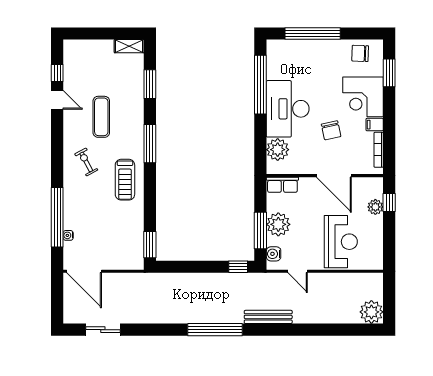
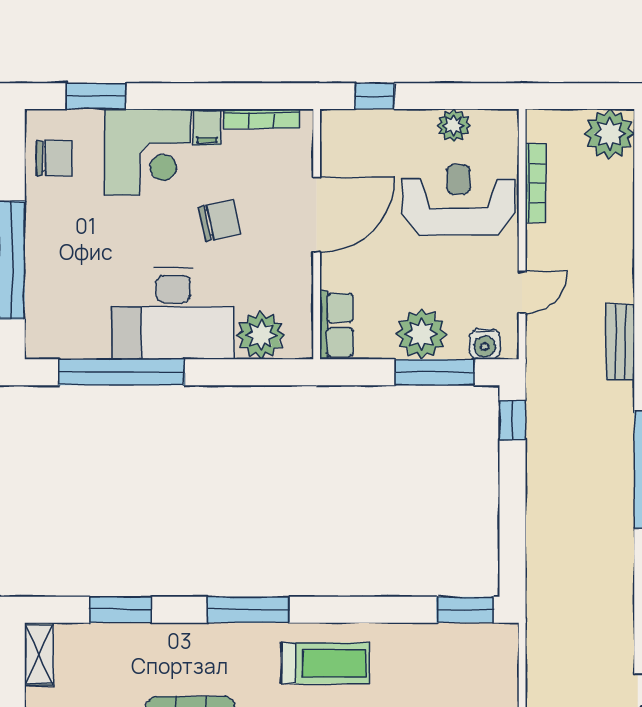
chair: (360, 53) -> (54, 158), turned -92
plant: (375, 207) -> (454, 125), moved
bookcase: (349, 277) -> (535, 183), added
bench: (268, 317) -> (620, 342), width x0.73

